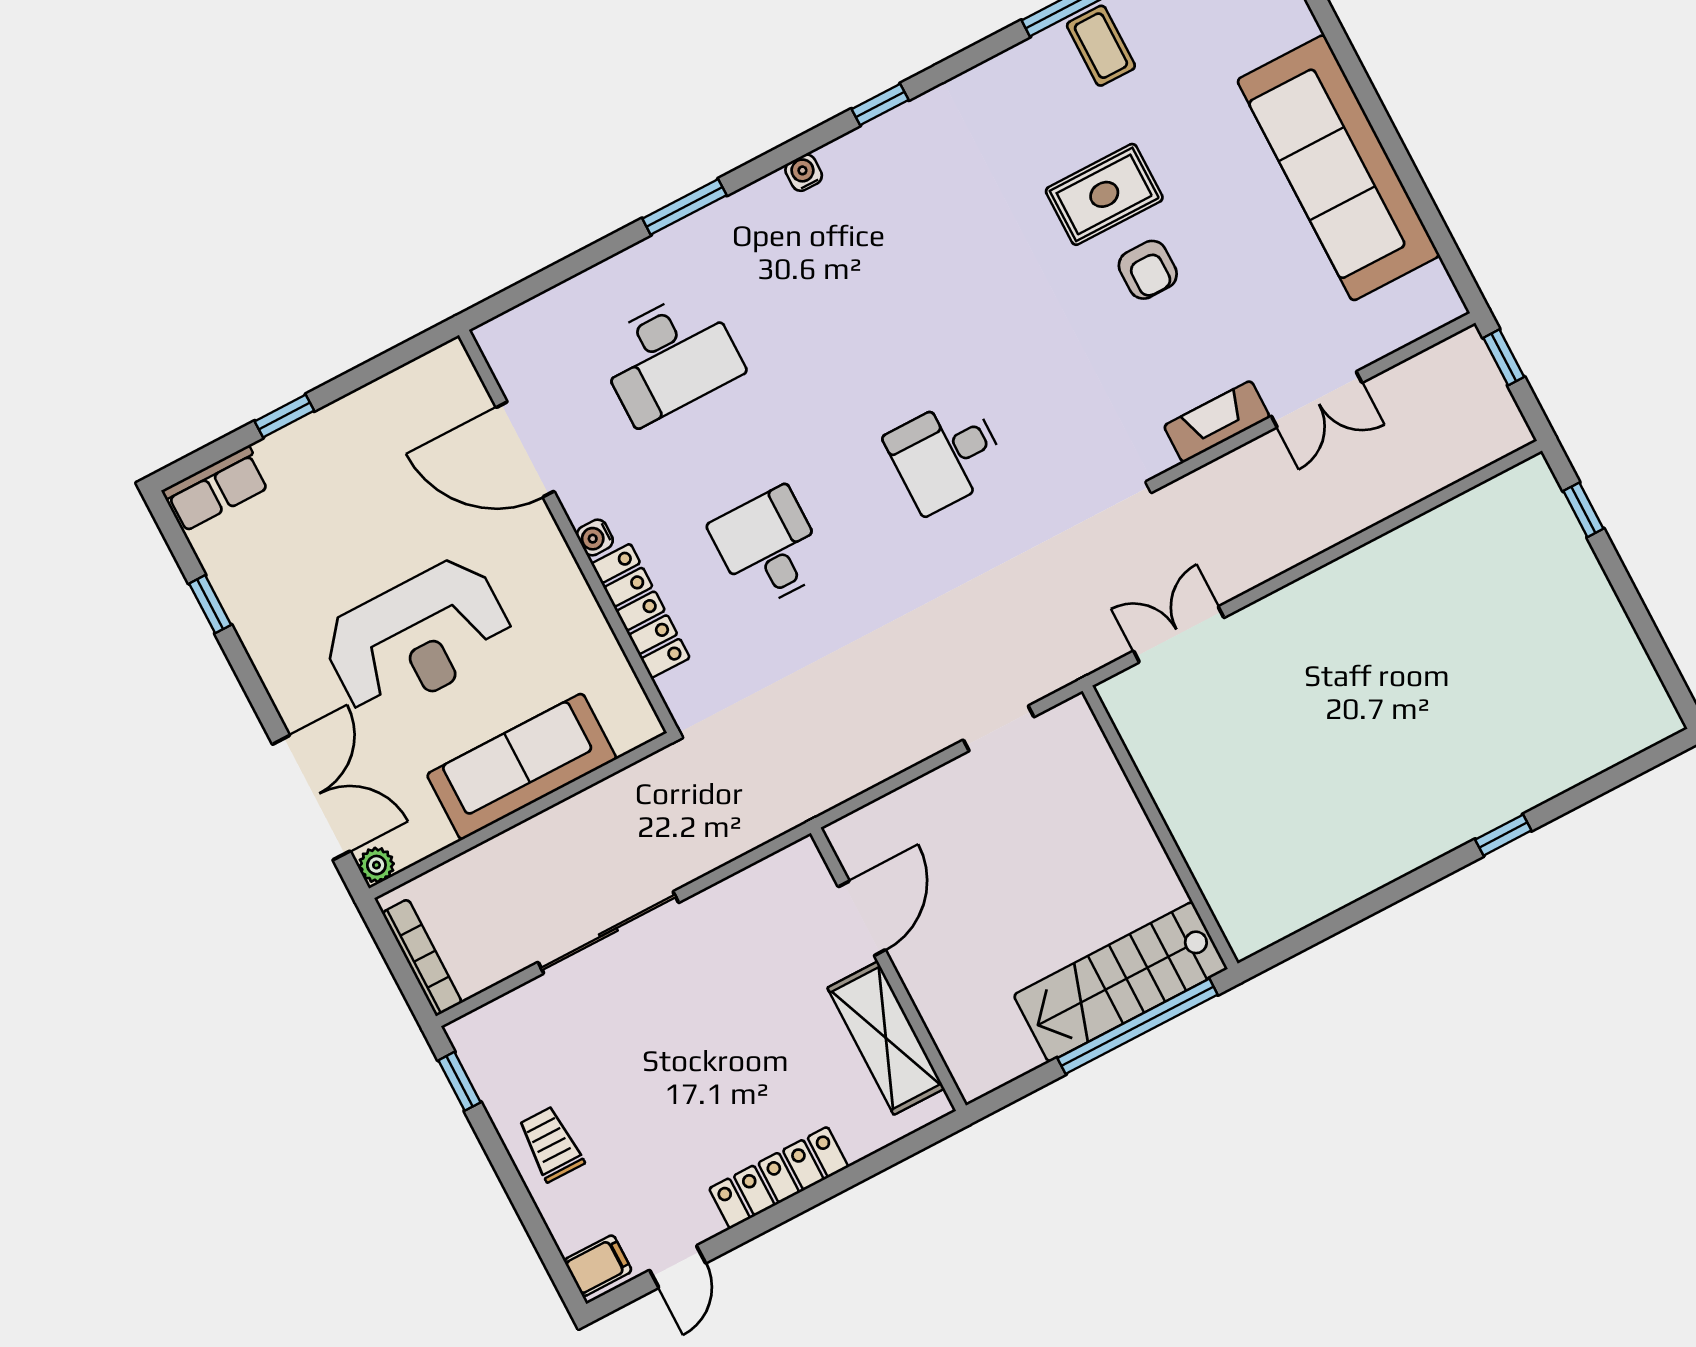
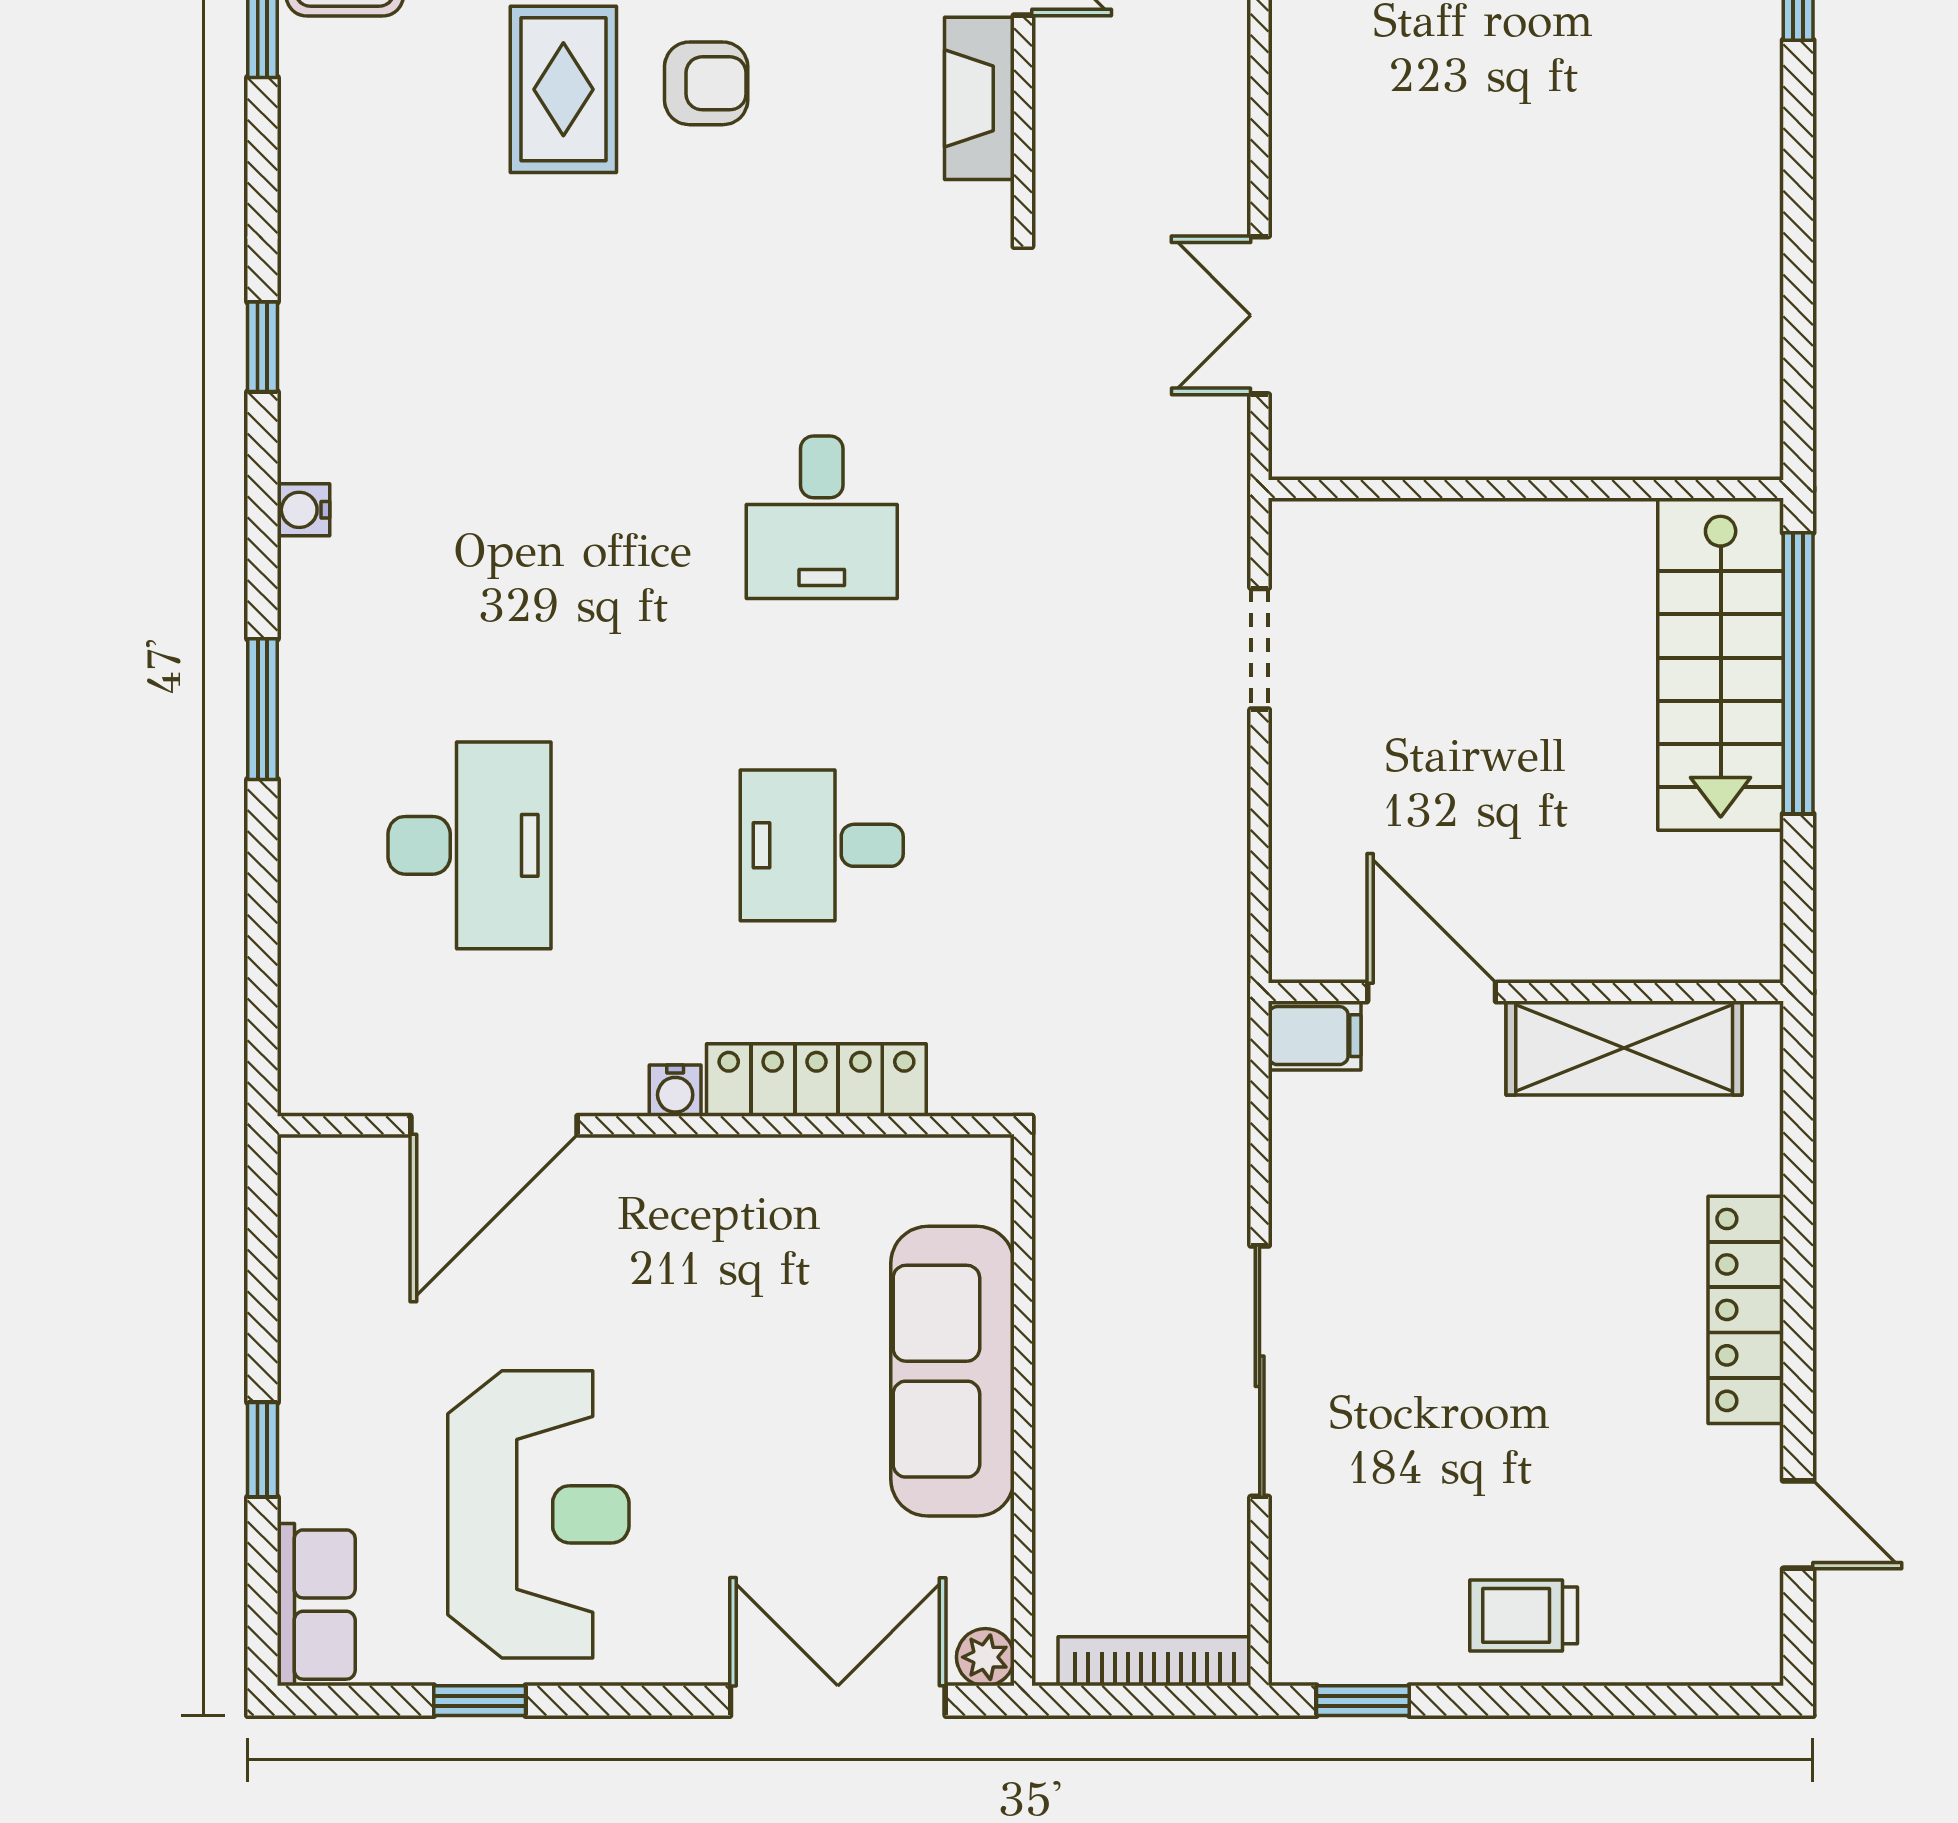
reception desk: (418, 638) -> (538, 1514), moved
filing cabinet: (598, 1266) -> (1315, 1036), moved, turned 90

